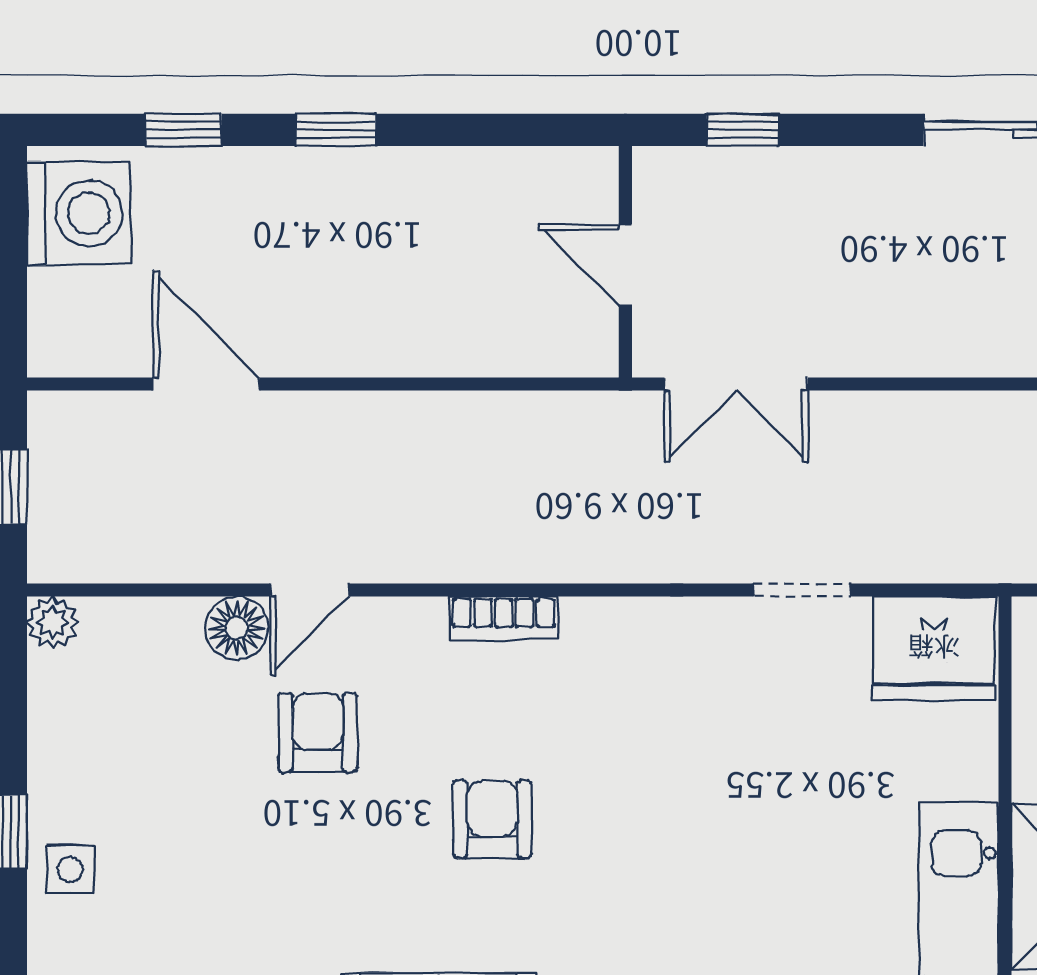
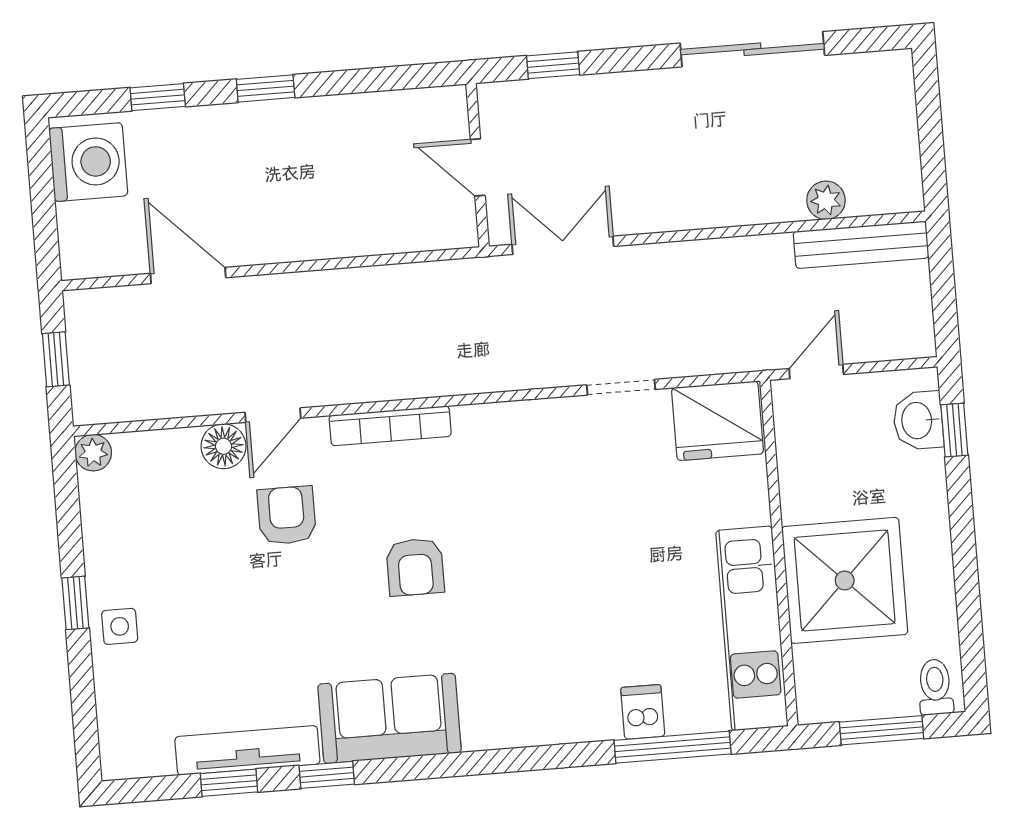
double door: (736, 384) -> (563, 245), swing flipped
bookcase: (504, 618) -> (390, 426), width x1.56
armchair: (492, 819) -> (415, 567), turned 180

